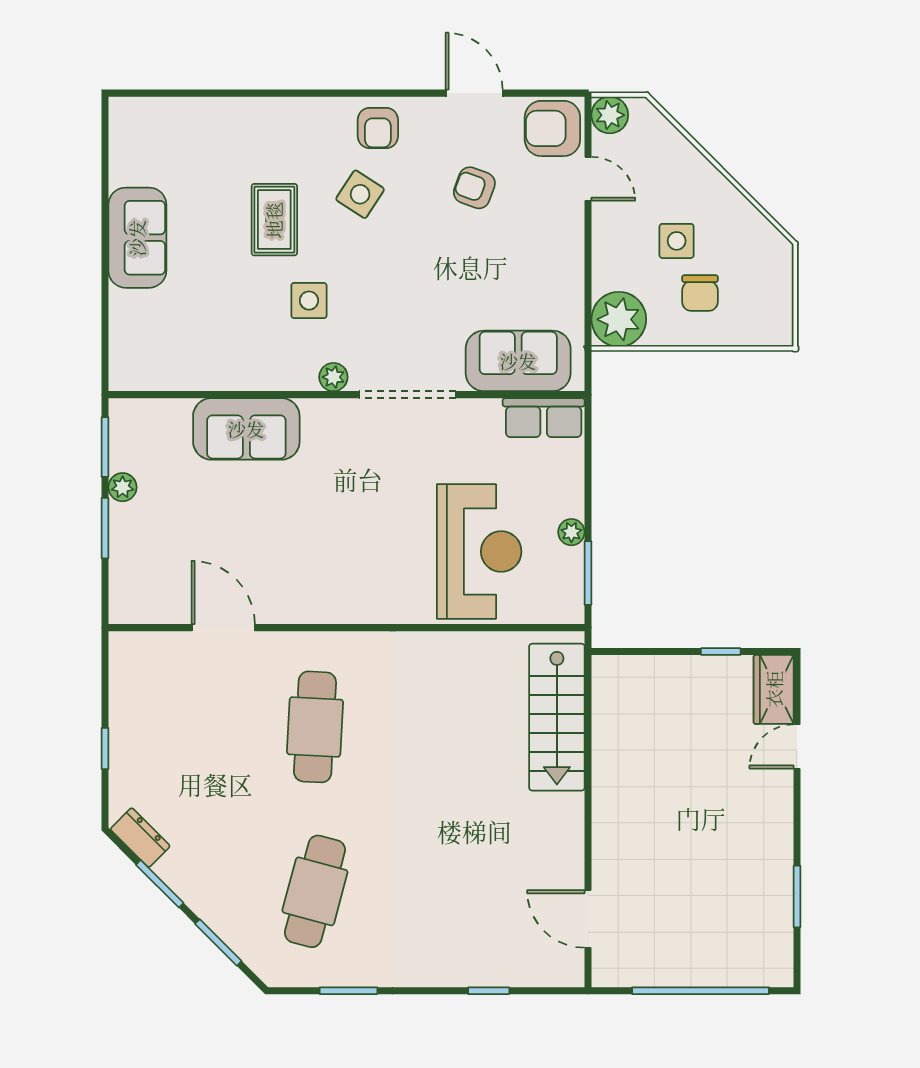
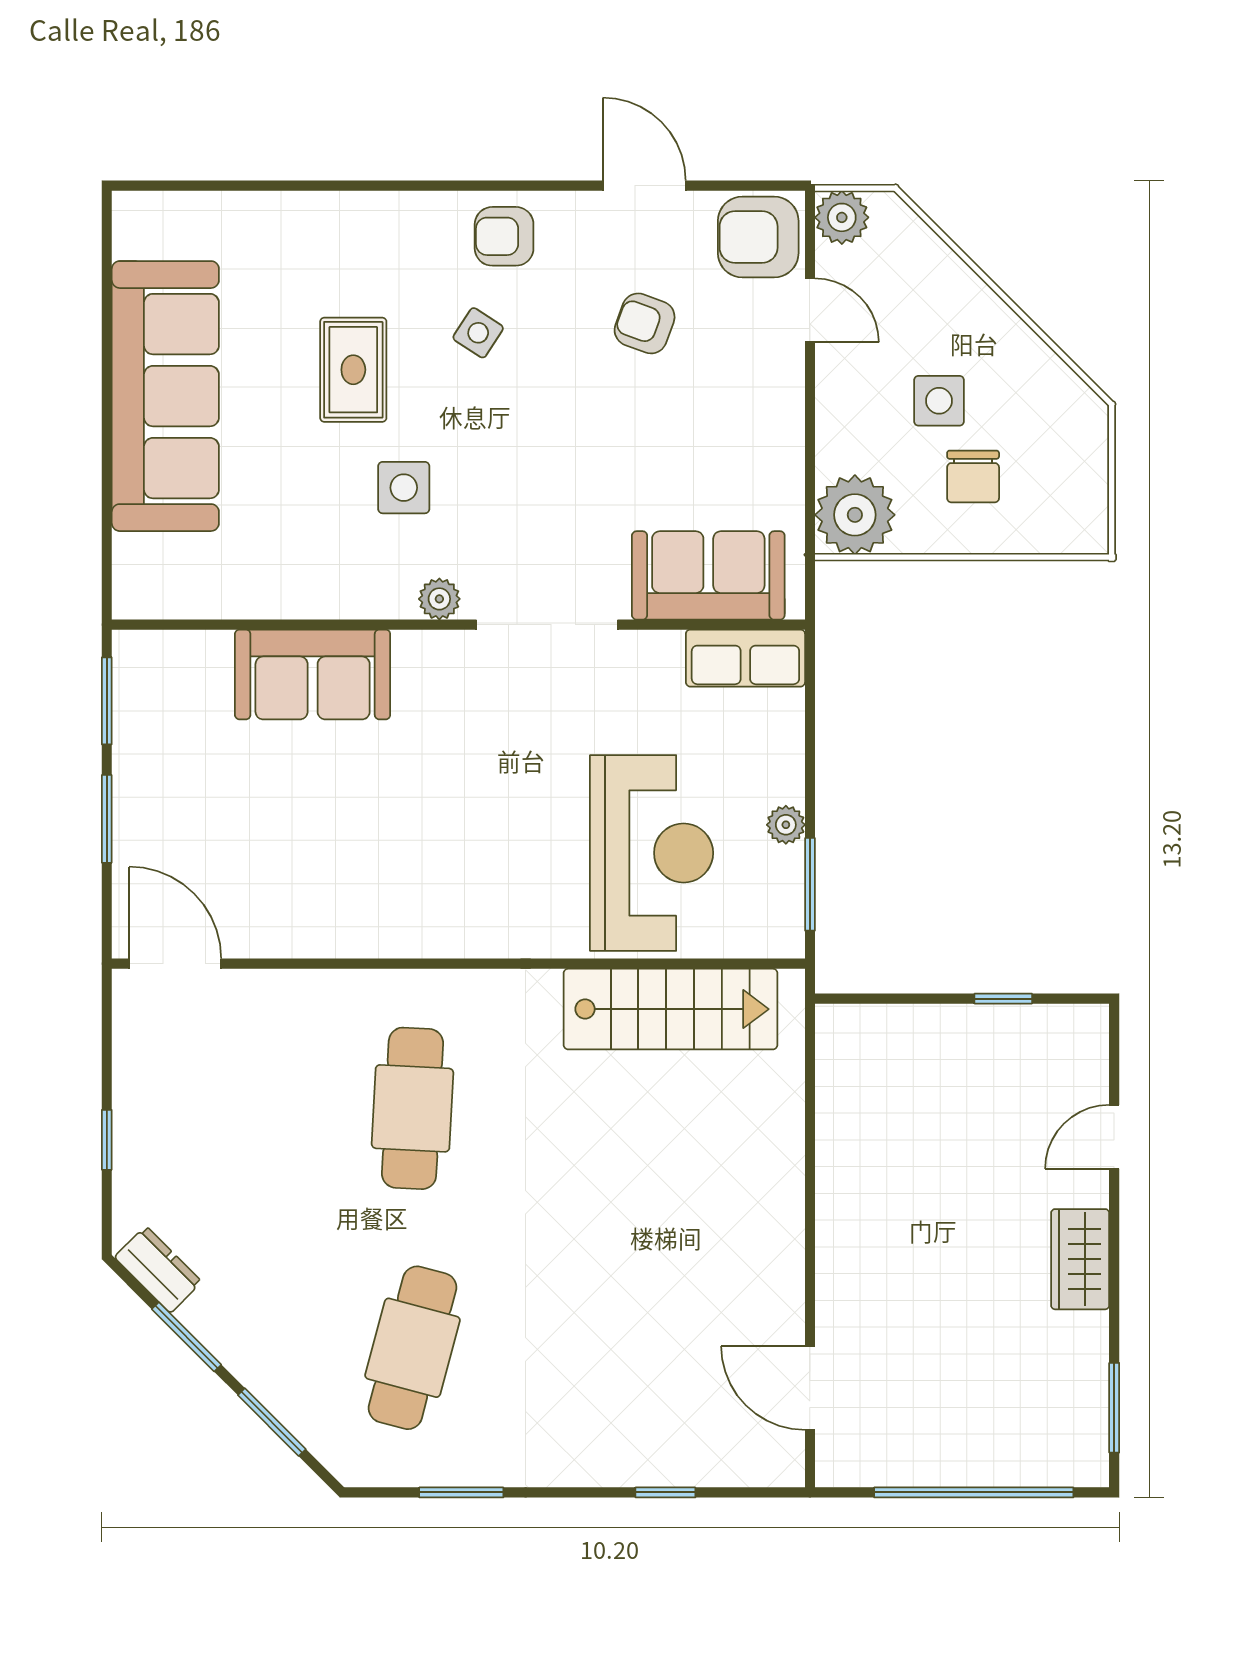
armchair: (378, 128) -> (504, 236), turned 90
side table: (360, 194) -> (478, 333), width x0.73, depth x0.73
sofa: (137, 238) -> (165, 396), width x1.85, depth x1.27
plant: (123, 487) -> (132, 759), removed
door: (223, 628) -> (175, 964), moved
wardrobe: (774, 689) -> (1080, 1259), moved
stairs: (557, 717) -> (671, 1009), moved, turned -90
window: (797, 897) -> (1114, 1408), moved

